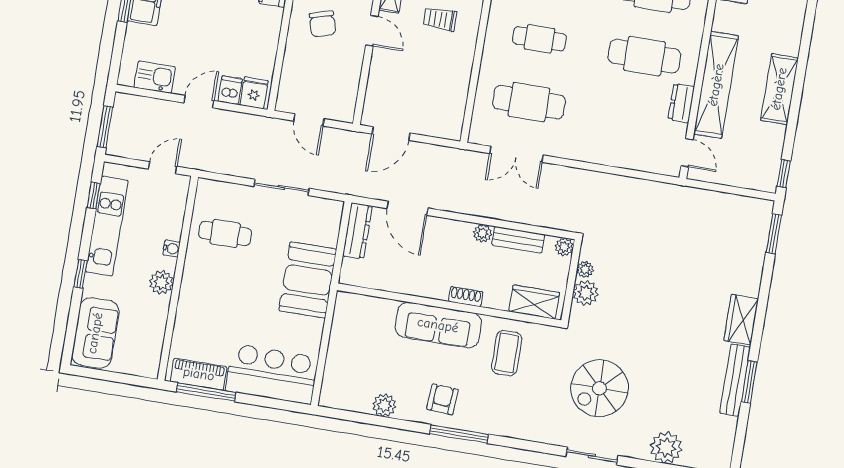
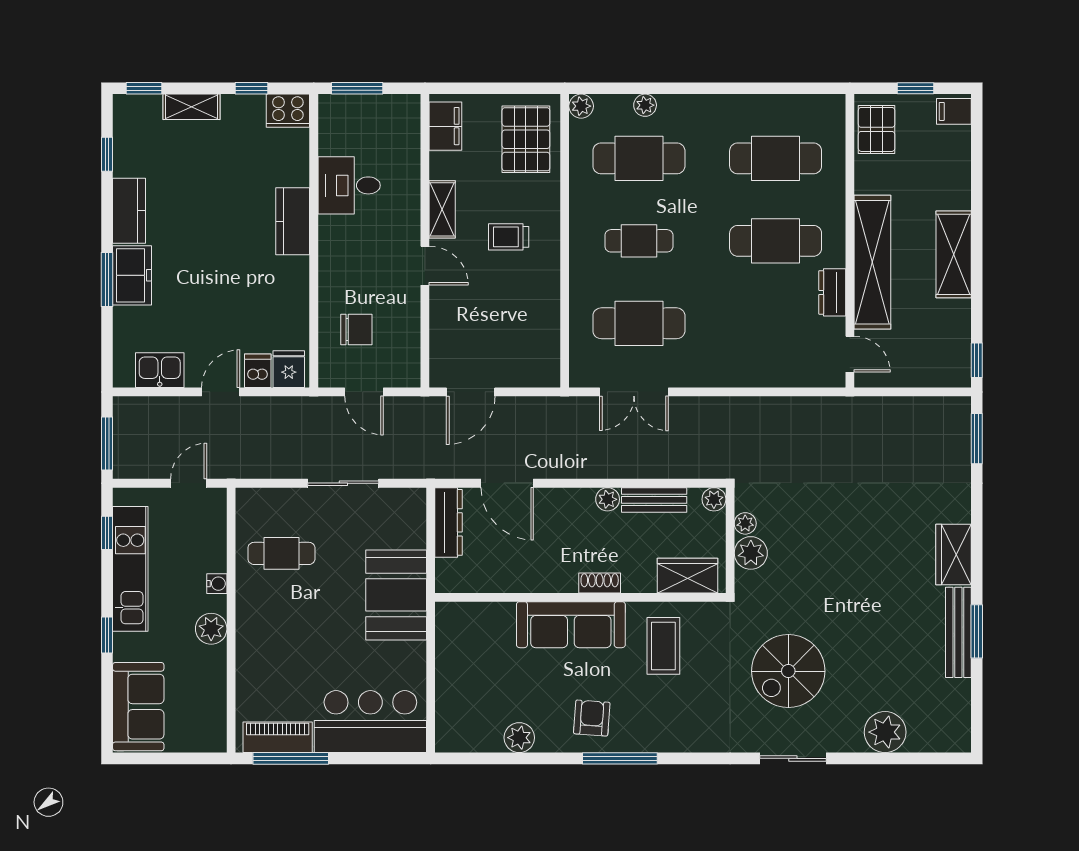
chair: (323, 24) -> (356, 330), moved, turned -74

